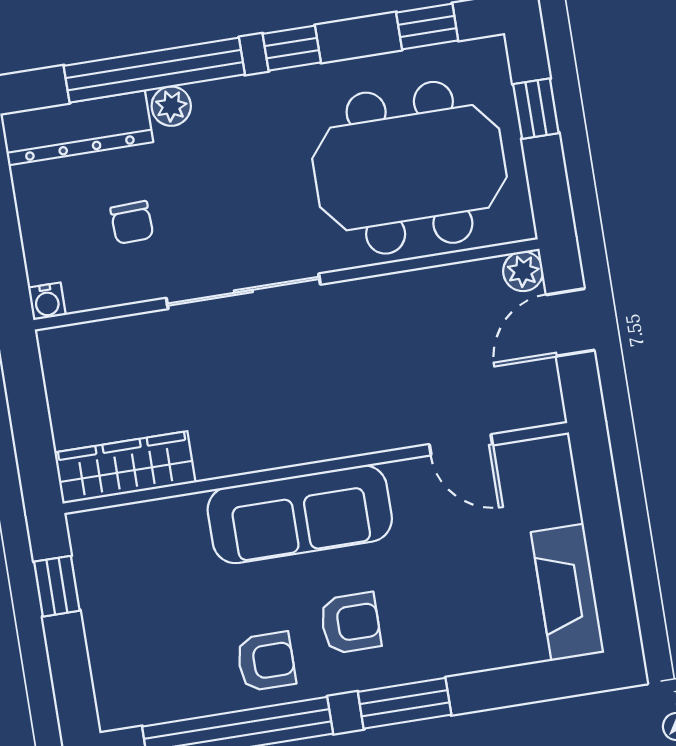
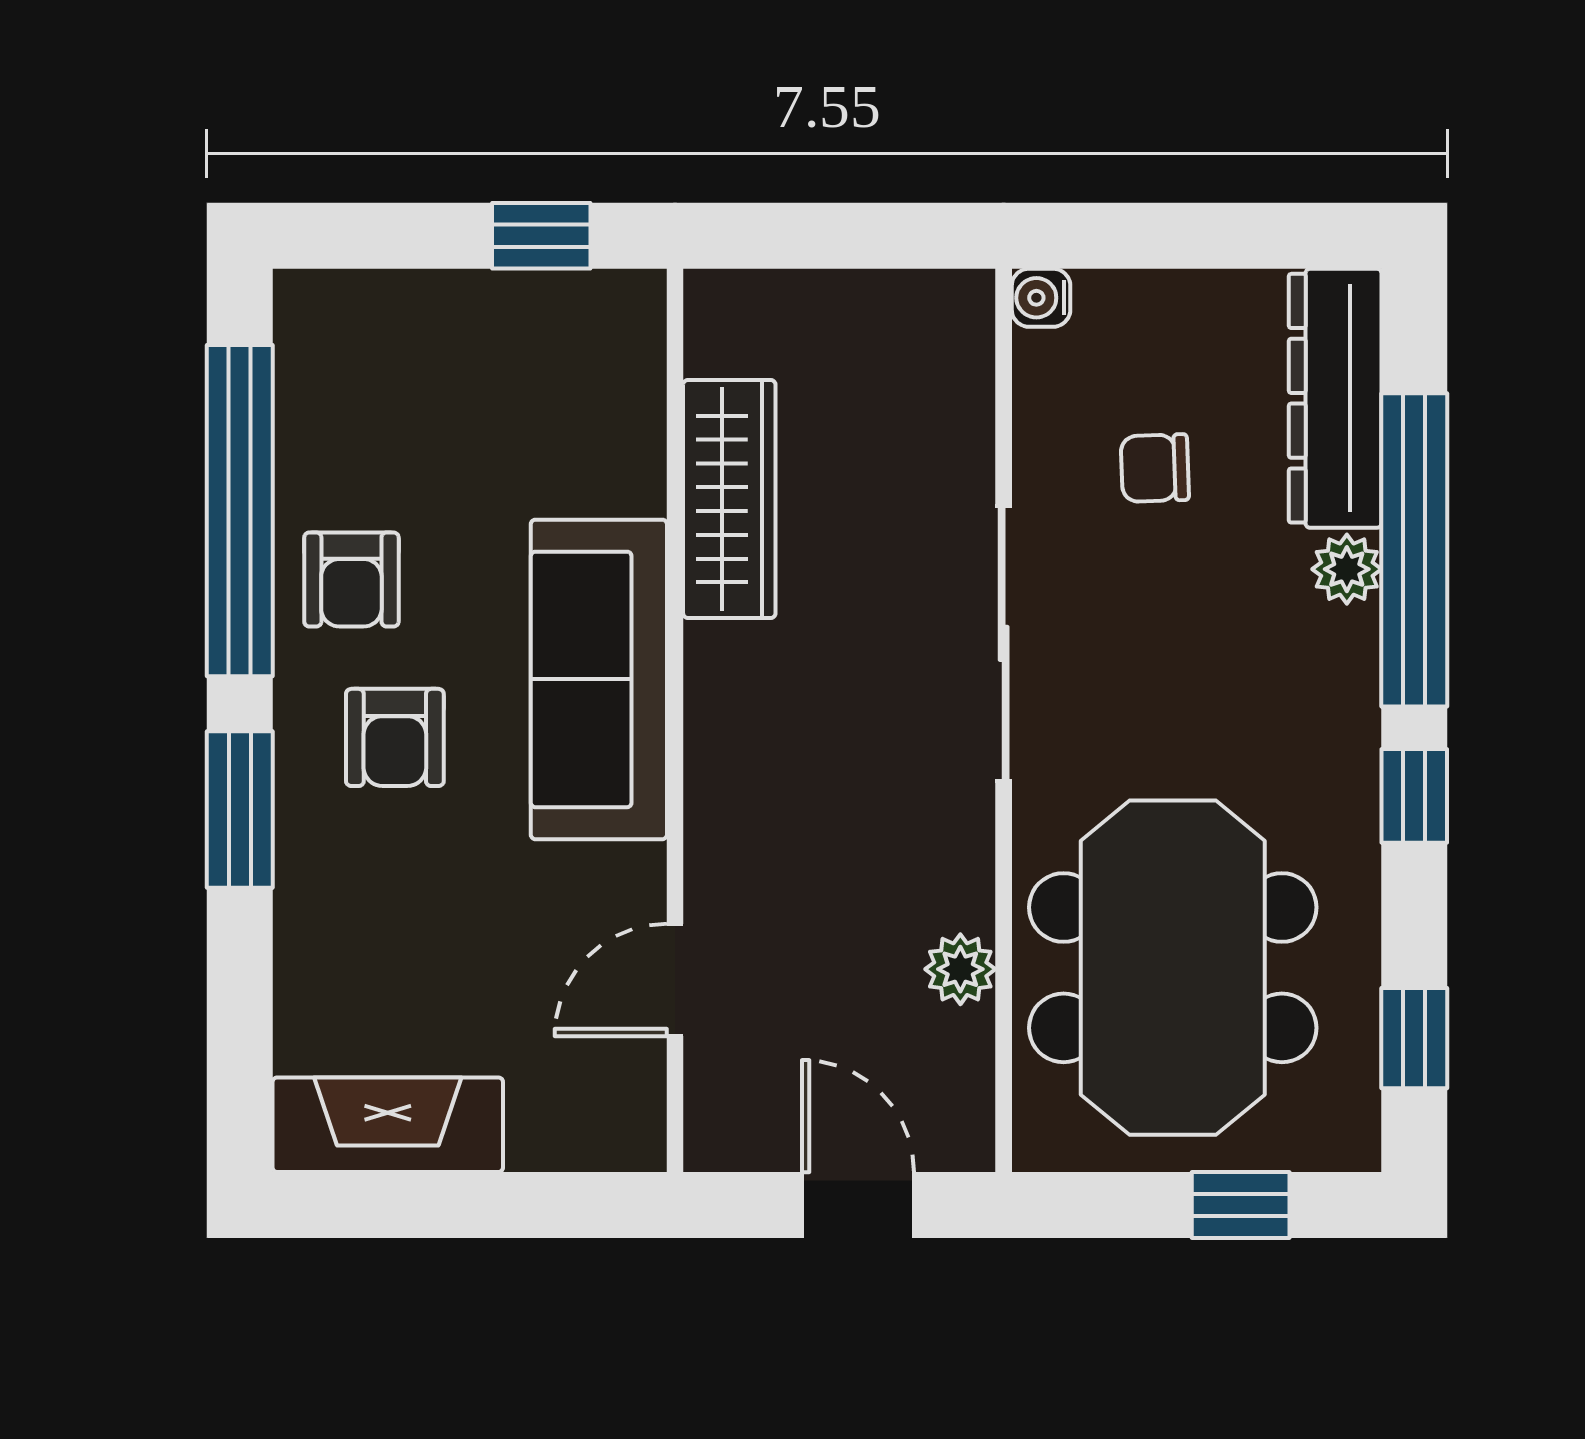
plant: (523, 271) -> (960, 969), moved
wardrobe: (125, 467) -> (729, 499), moved

